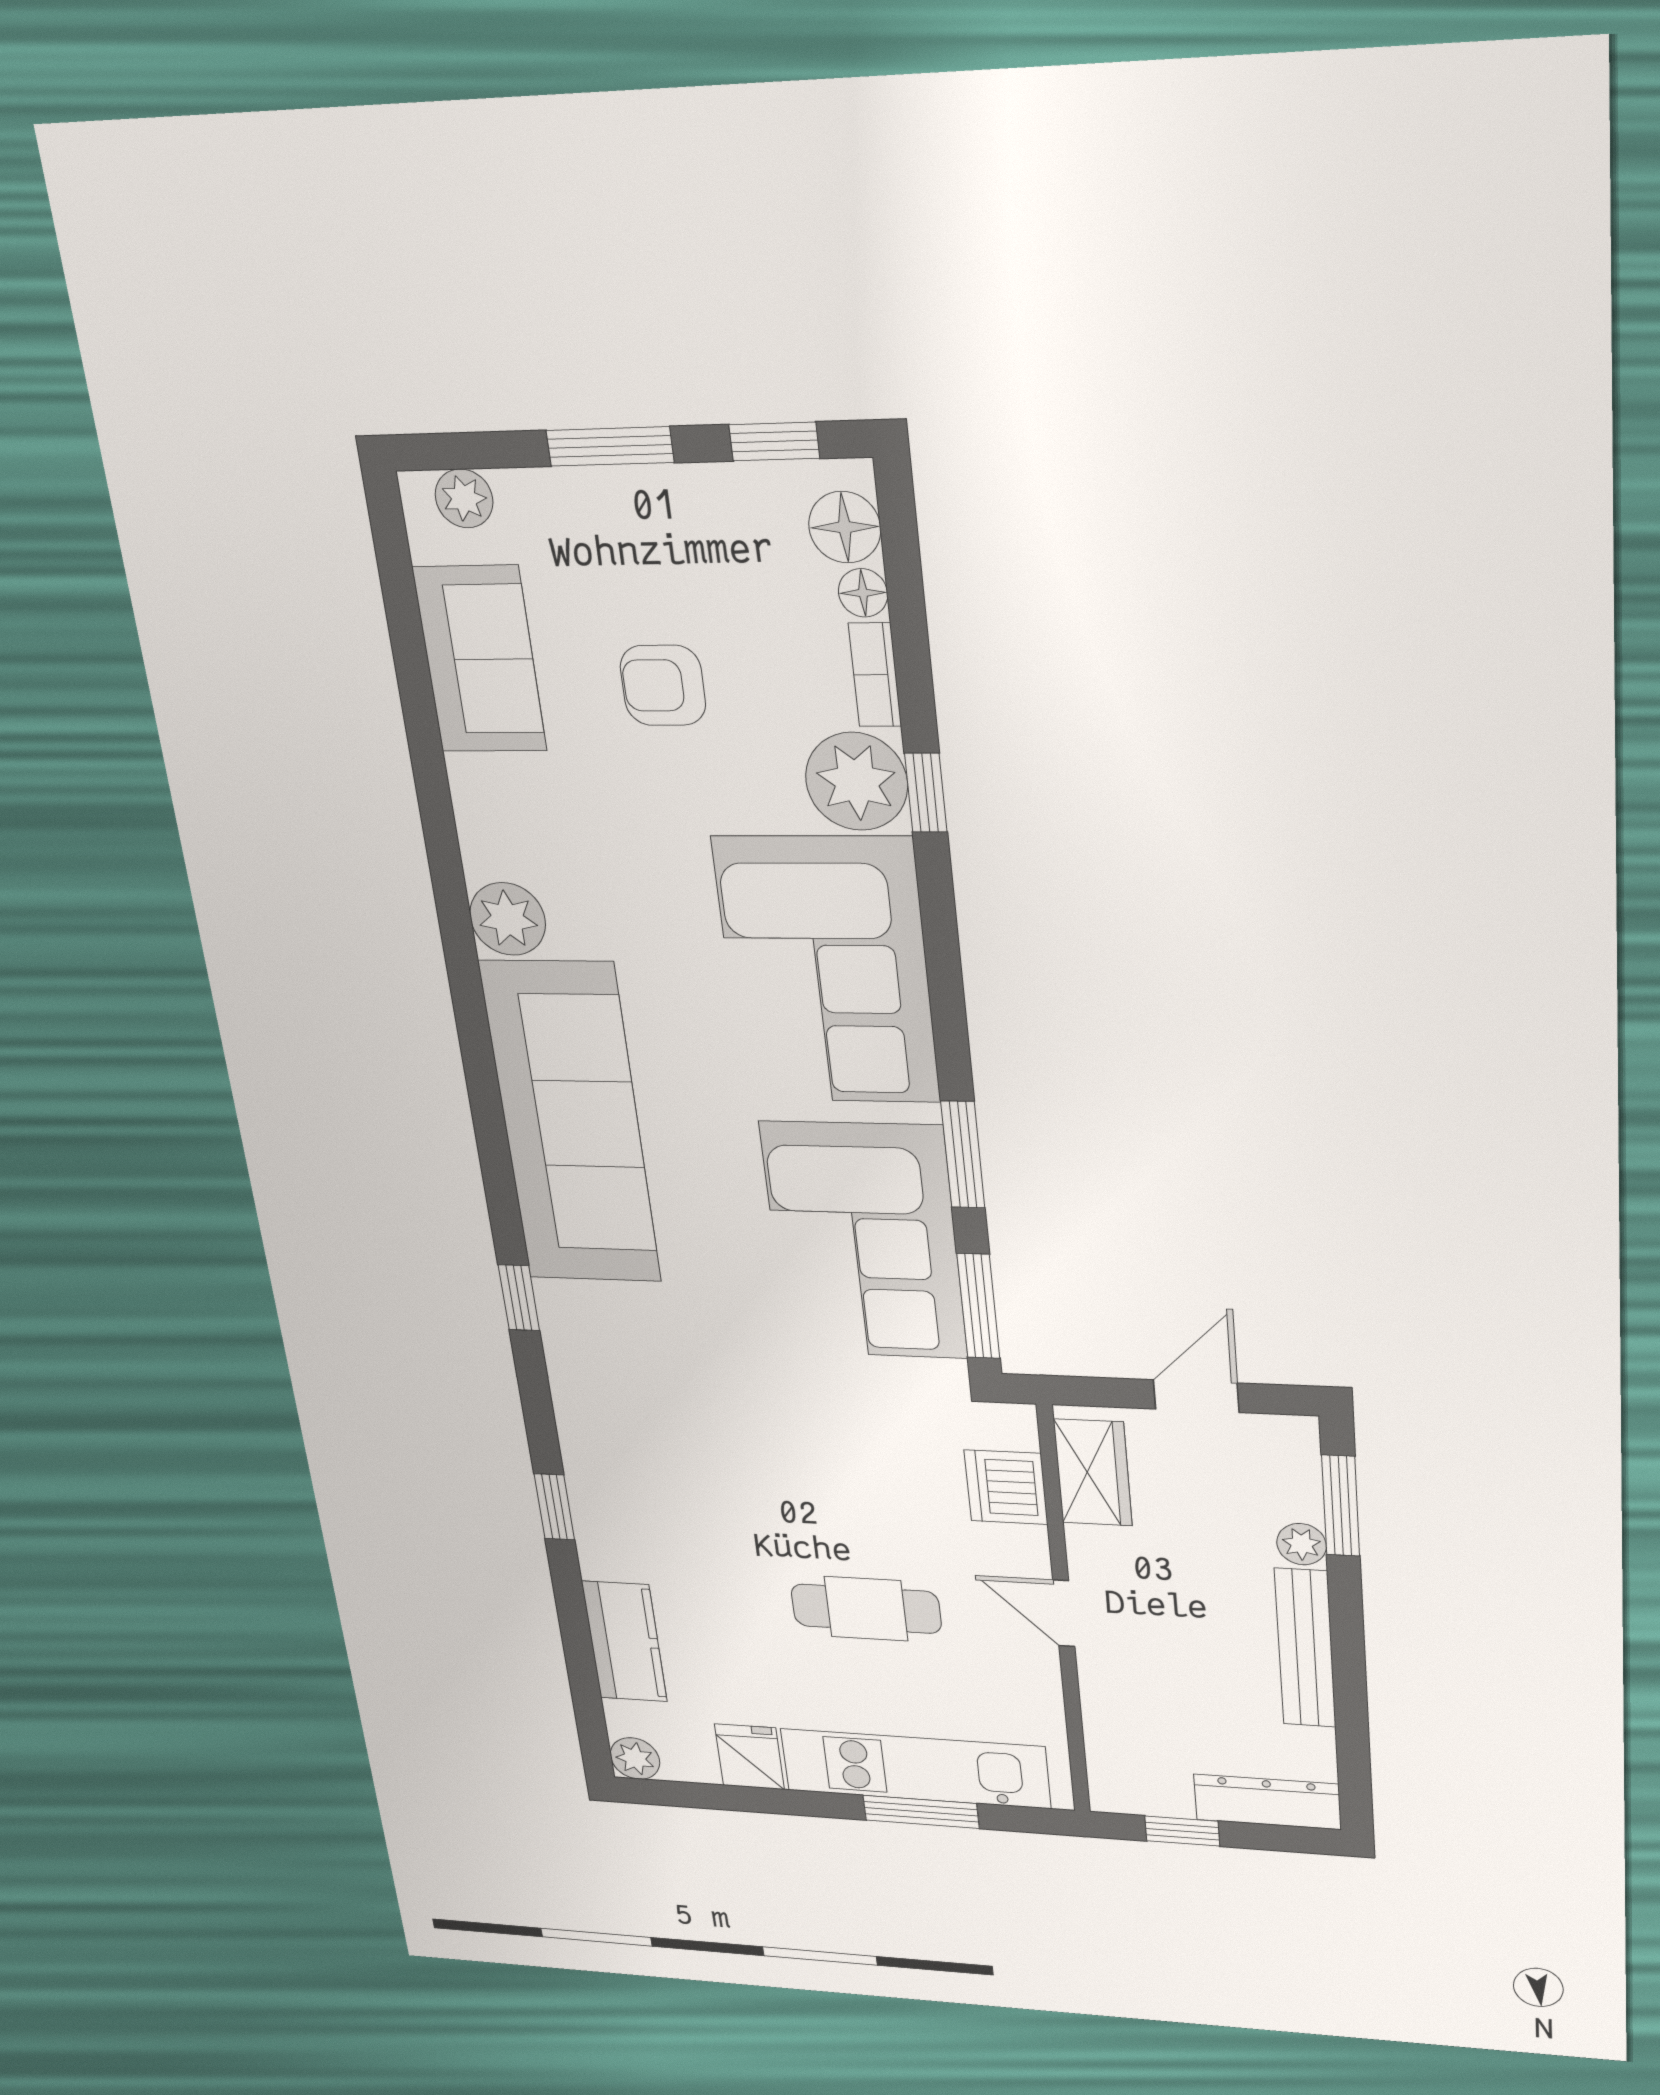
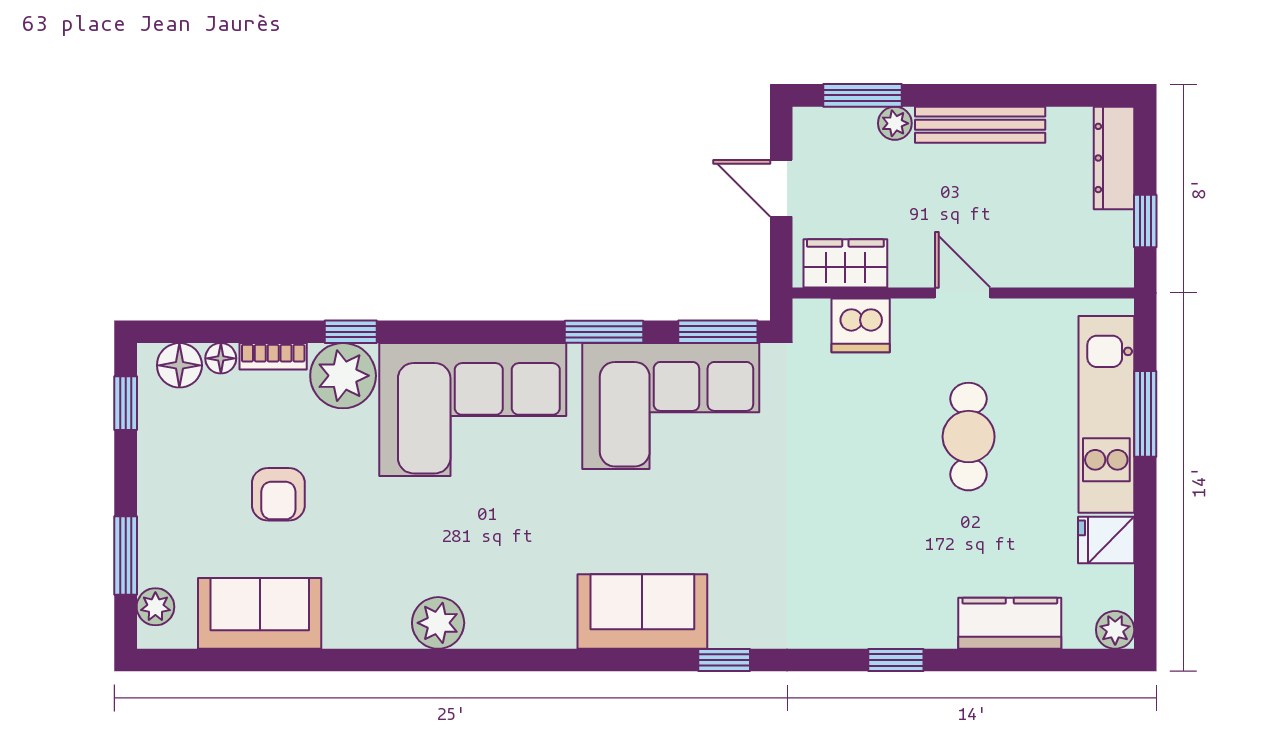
window: (610, 446) -> (126, 555), moved
sofa: (571, 1123) -> (642, 611), width x0.54, depth x0.79
door: (1064, 1613) -> (963, 293), swing flipped

